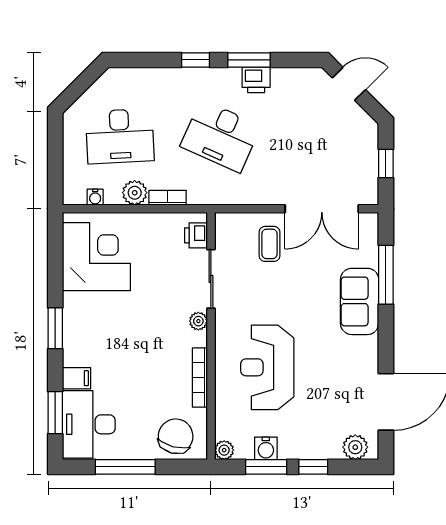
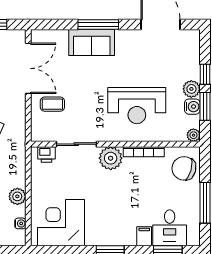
bookcase: (168, 198) -> (21, 174), removed
window: (386, 275) -> (98, 24), moved
plant: (198, 321) -> (111, 158), width x1.88, depth x1.88
desk: (89, 424) -> (170, 228), width x0.73
plant: (355, 447) -> (191, 89), moved

